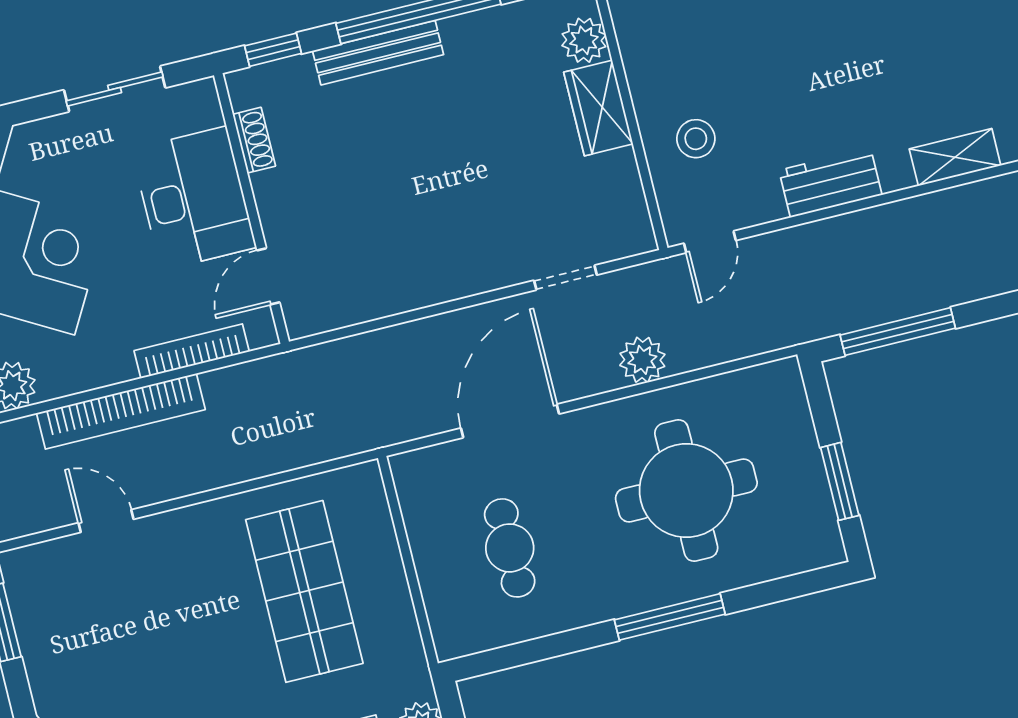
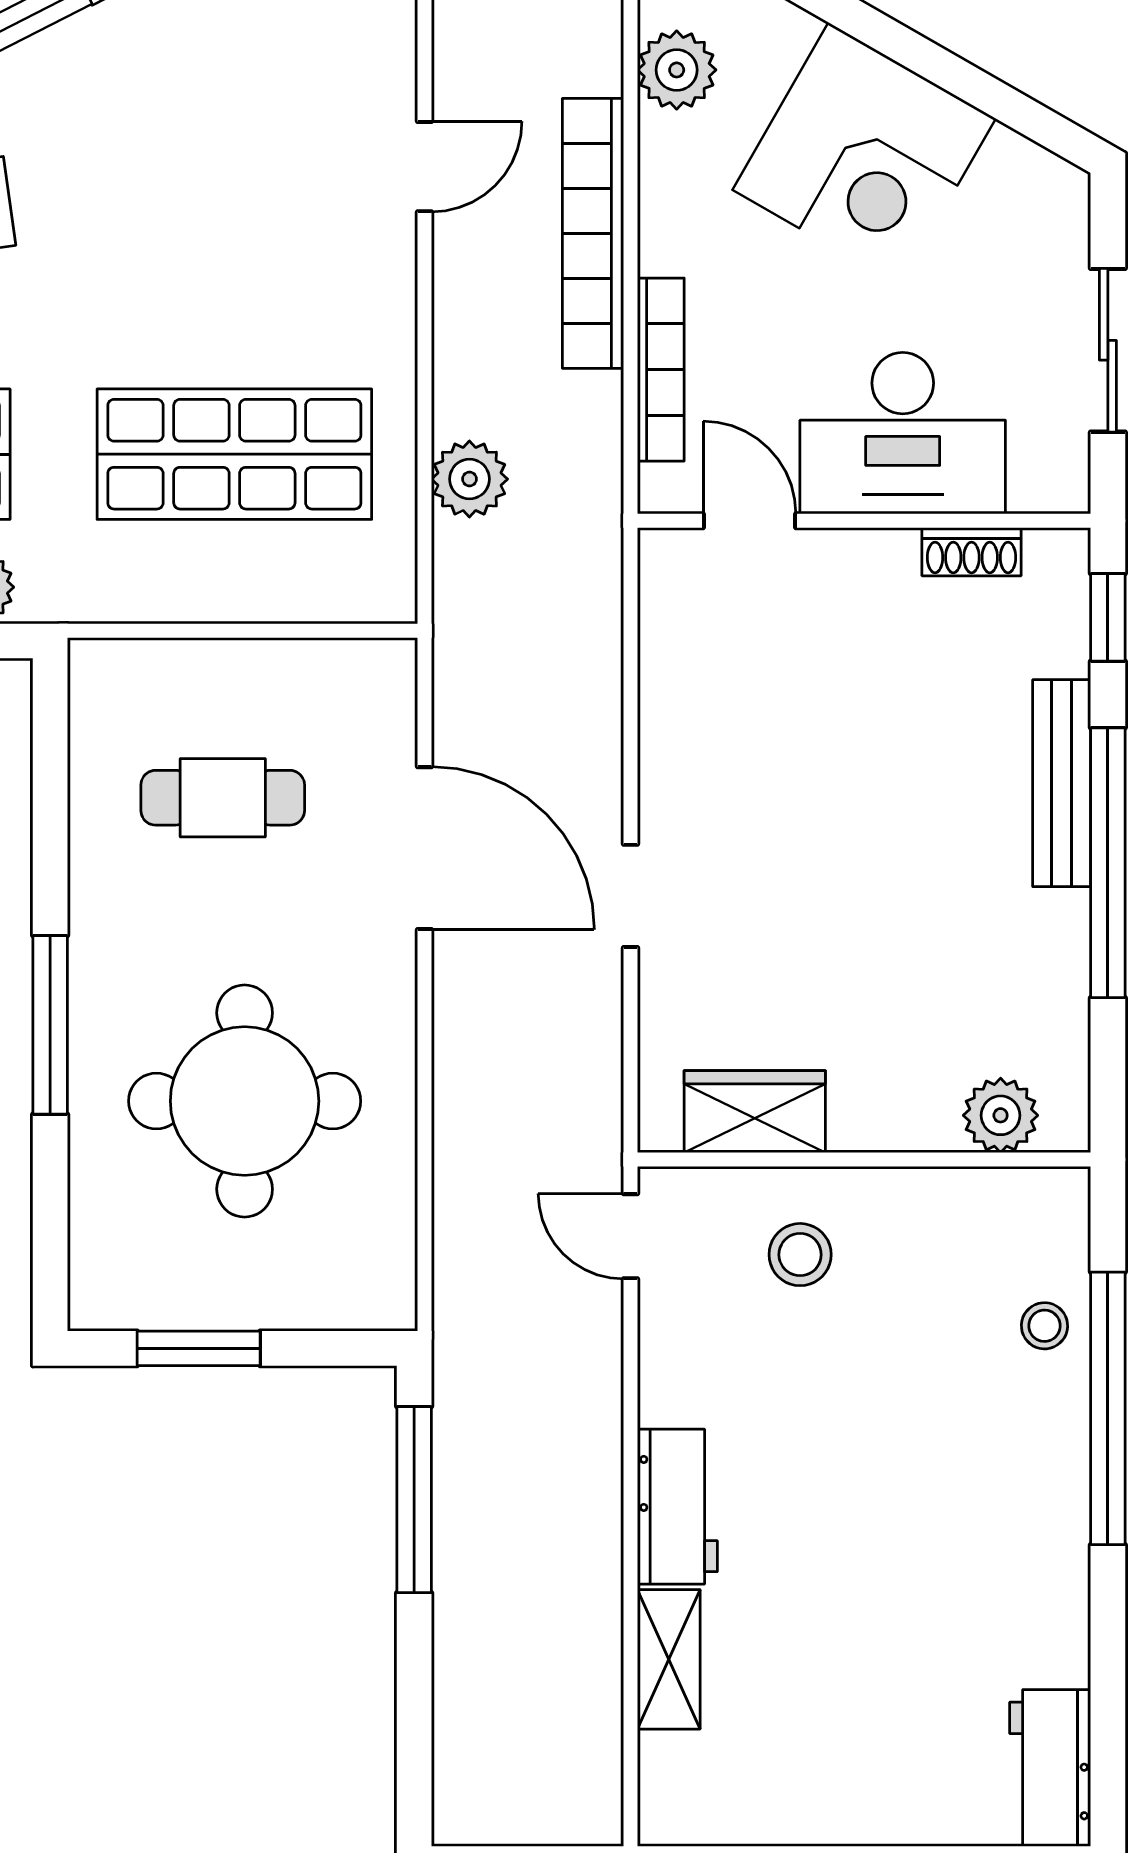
wardrobe: (598, 108) -> (755, 1112), moved
workbench: (830, 183) -> (677, 1507), moved
doorway: (565, 278) -> (630, 896), moved
plant: (642, 360) -> (469, 479), moved

